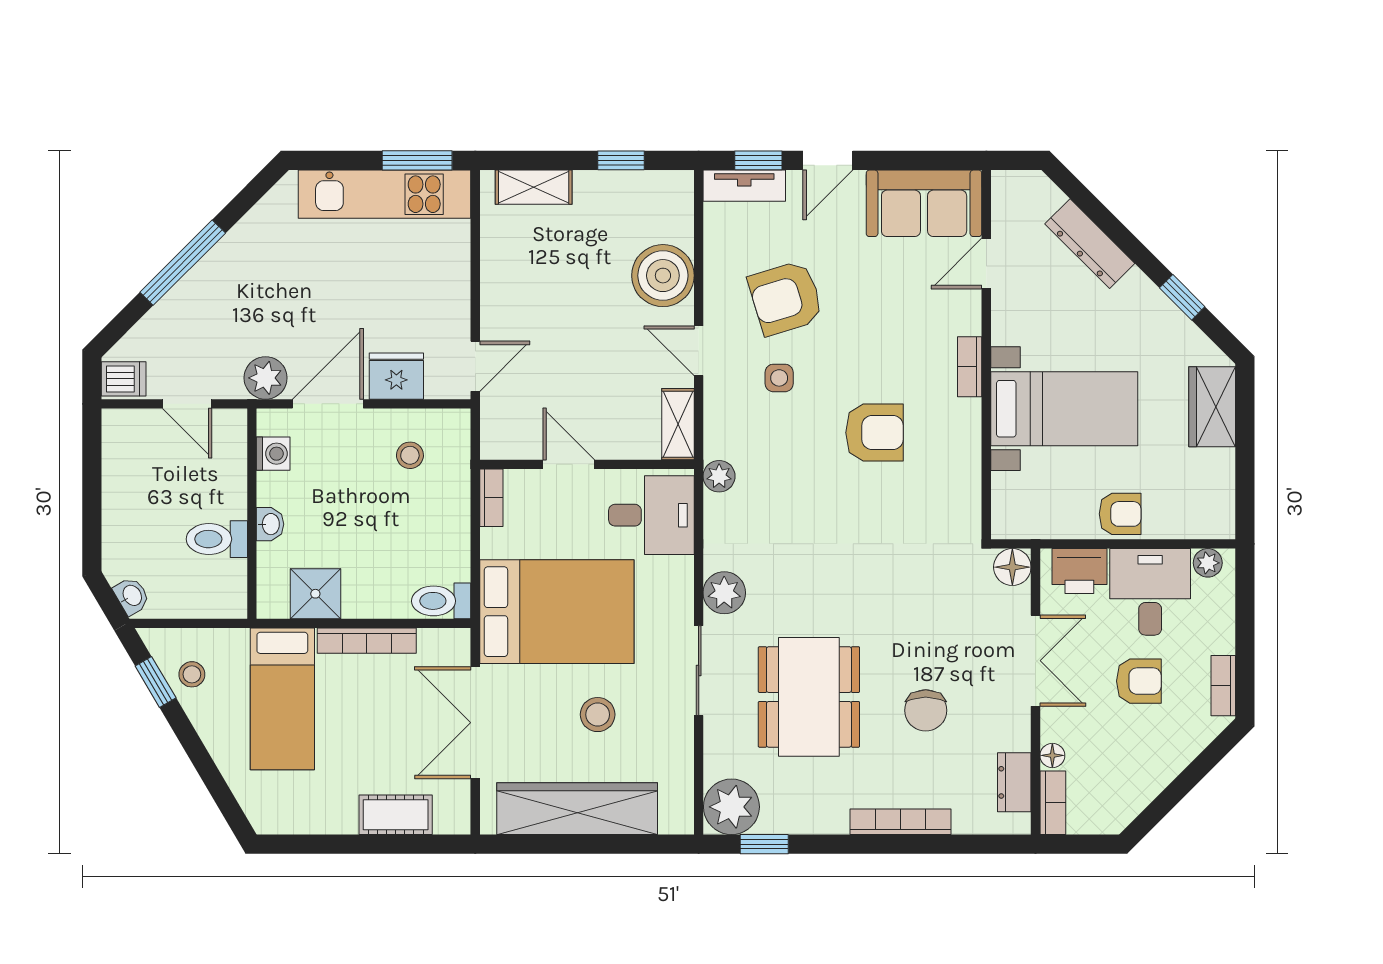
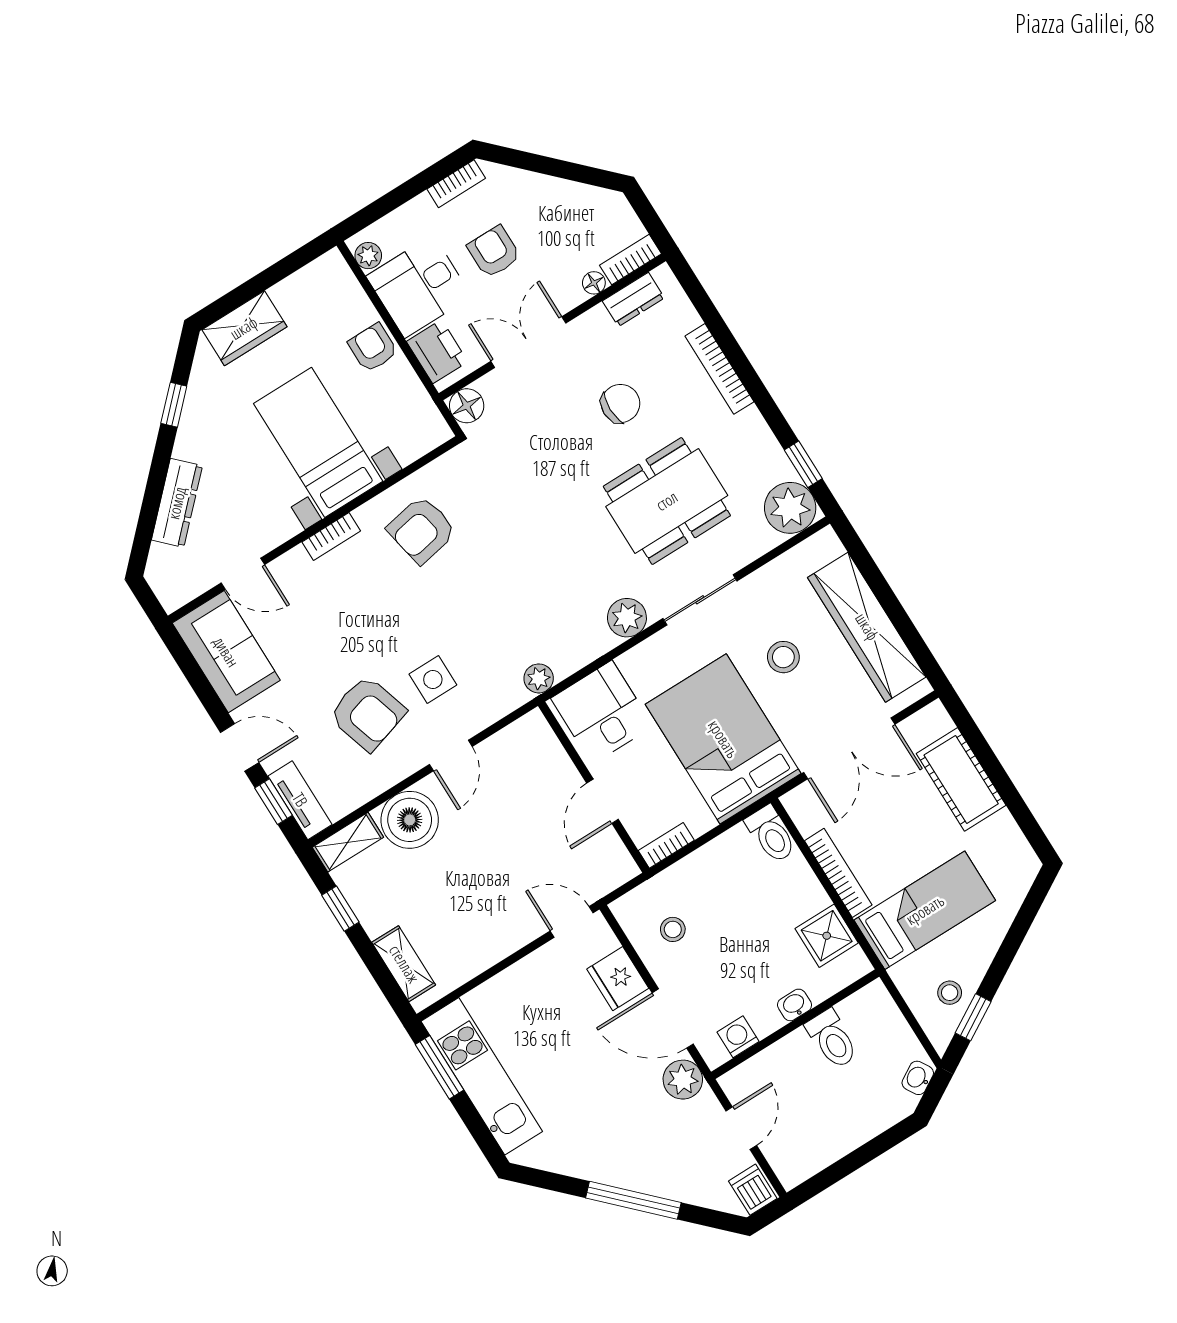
side table: (779, 378) -> (433, 679), width x1.37, depth x1.37
shelving: (678, 424) -> (348, 842), moved
armchair: (874, 433) -> (422, 530), moved, turned -101
cot: (396, 815) -> (961, 779), width x1.37, depth x1.34

